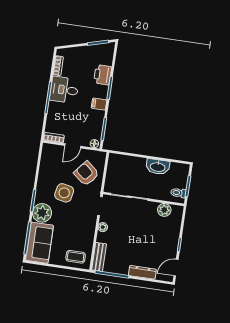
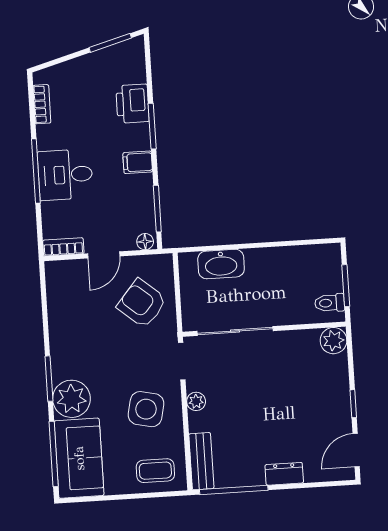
desk: (64, 90) -> (65, 175), moved
washbasin: (158, 167) -> (221, 264), moved
side table: (64, 193) -> (146, 409), moved
plant: (164, 210) -> (333, 341), moved
dresser: (142, 272) -> (284, 474), width x0.70

